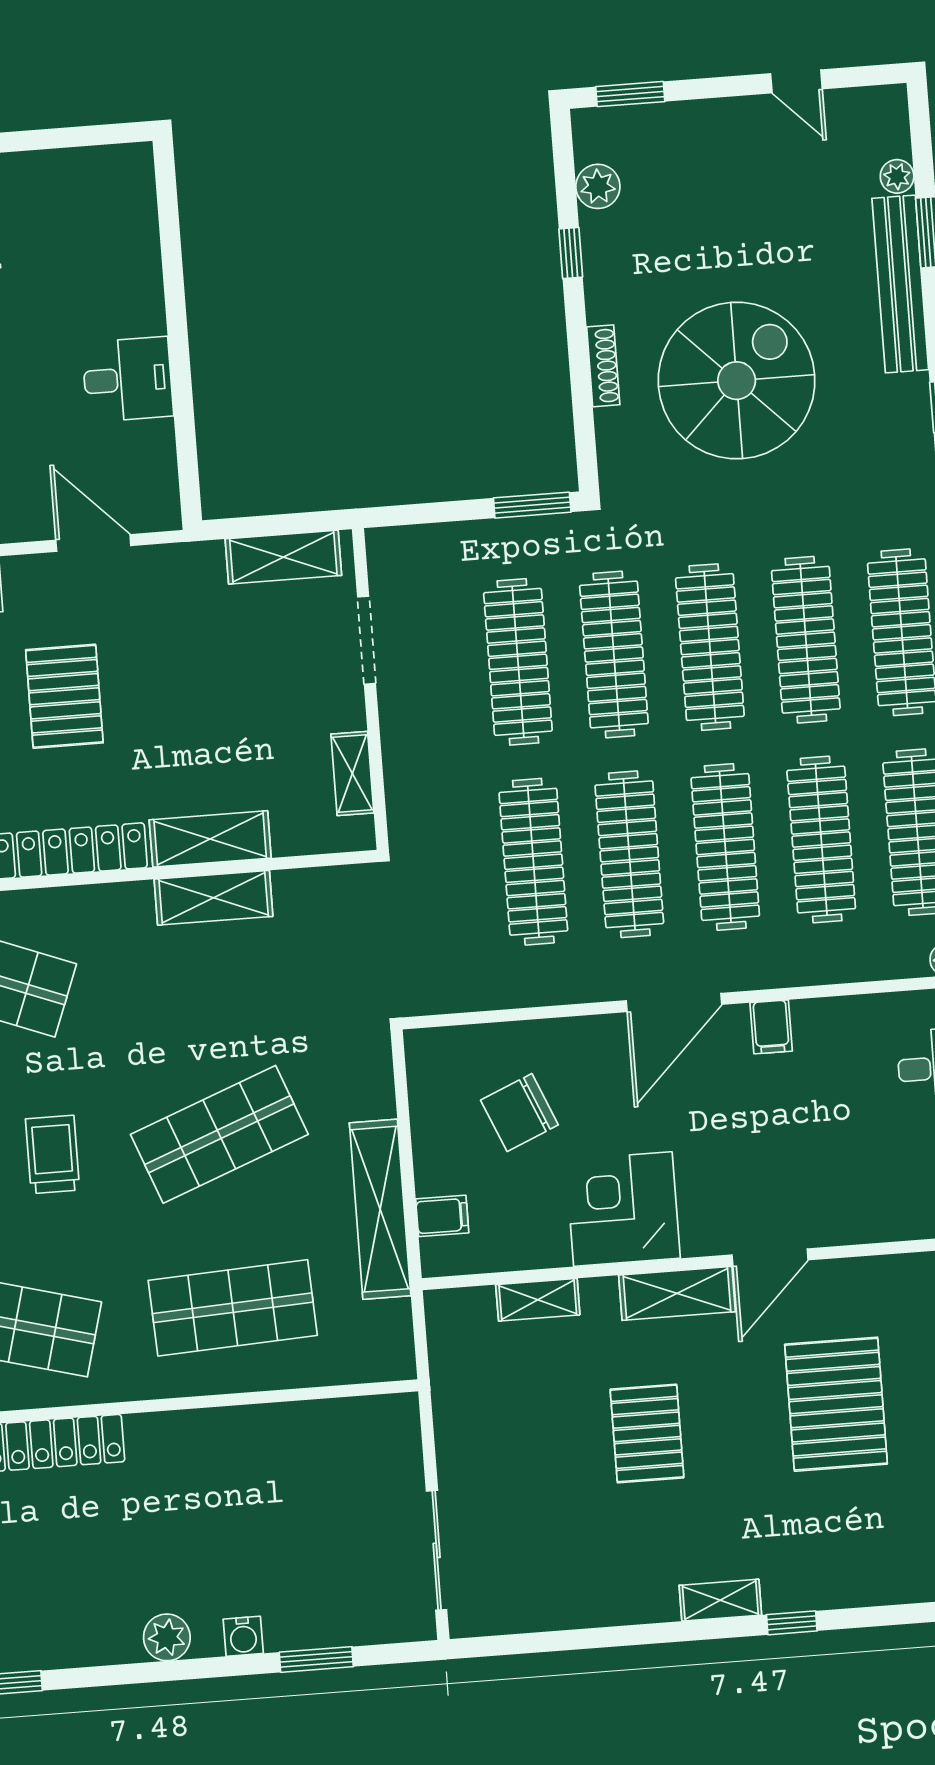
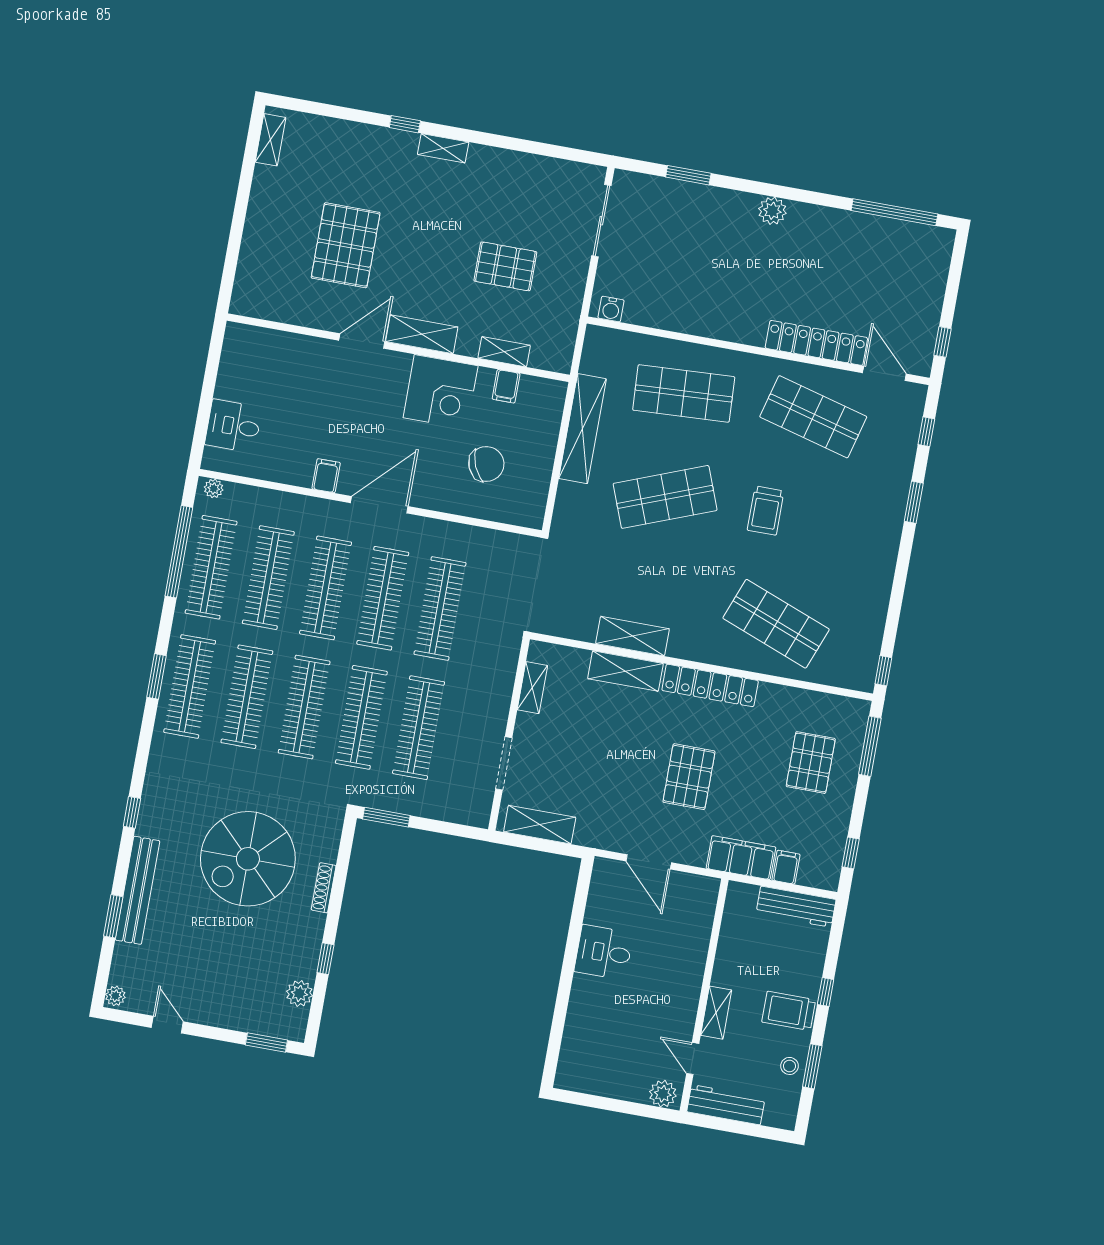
plant: (897, 176) -> (115, 996), moved
filing cabinet: (442, 1216) -> (506, 386), moved, turned -90
pallet: (647, 1433) -> (505, 266), moved, turned 90
water cooler: (243, 1636) -> (611, 309), moved, turned 180

